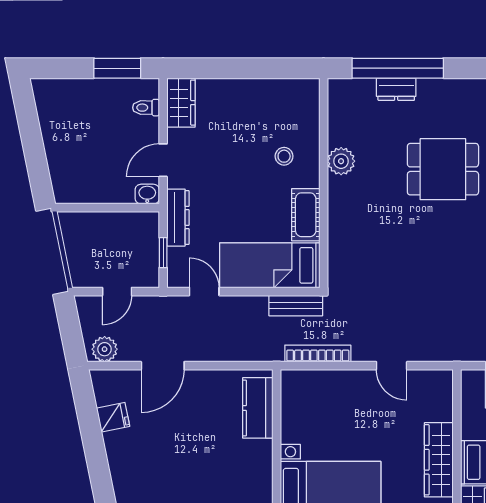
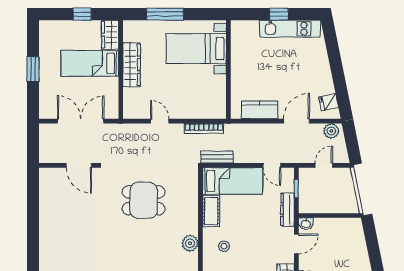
dining table: (443, 169) -> (144, 200), moved
kitchen counter: (258, 408) -> (259, 110), moved, turned -90
fridge: (113, 417) -> (329, 102), moved

